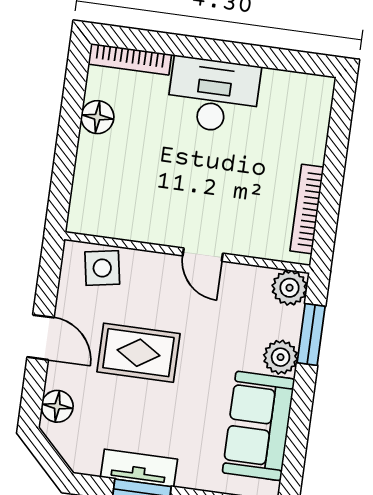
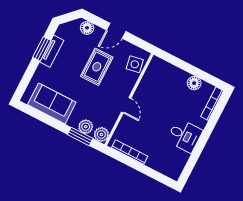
desk: (213, 95) -> (184, 136), width x0.73
door: (203, 255) -> (126, 105), swing flipped
plant: (281, 357) -> (86, 127), moved

